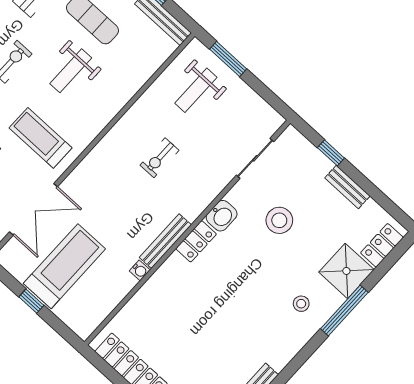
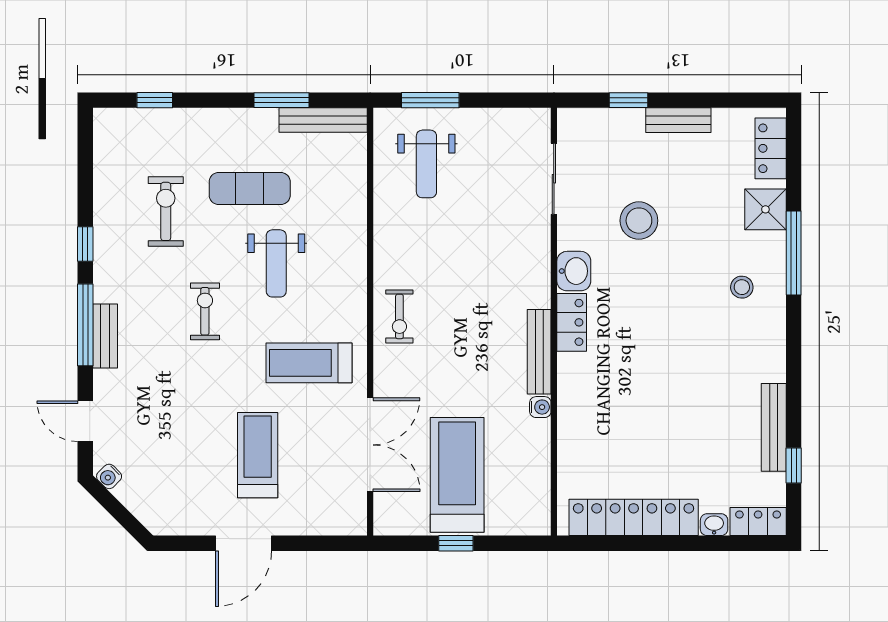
exercise bike: (160, 158) -> (399, 316), moved
shower: (346, 271) -> (765, 209), width x0.73, depth x0.73

